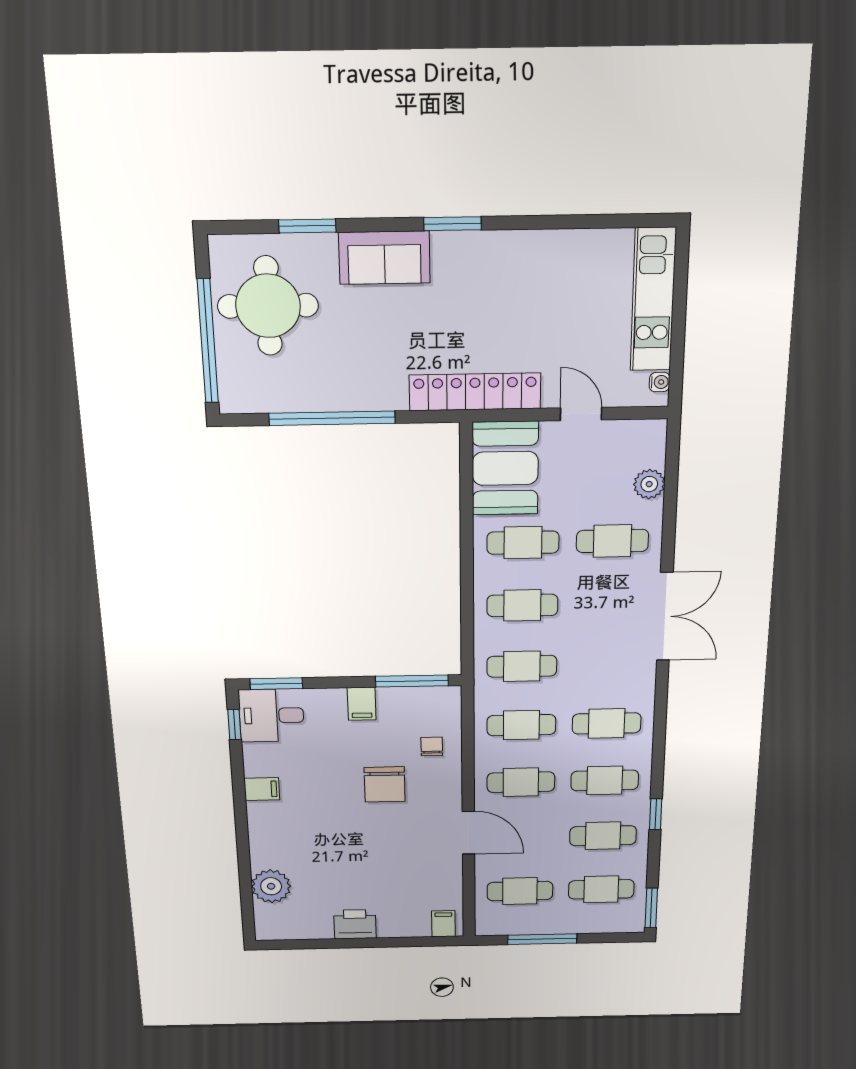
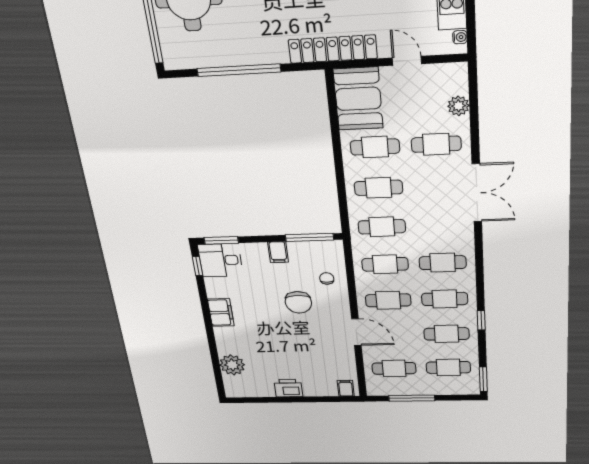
filing cabinet: (262, 789) -> (221, 313), width x2.00

